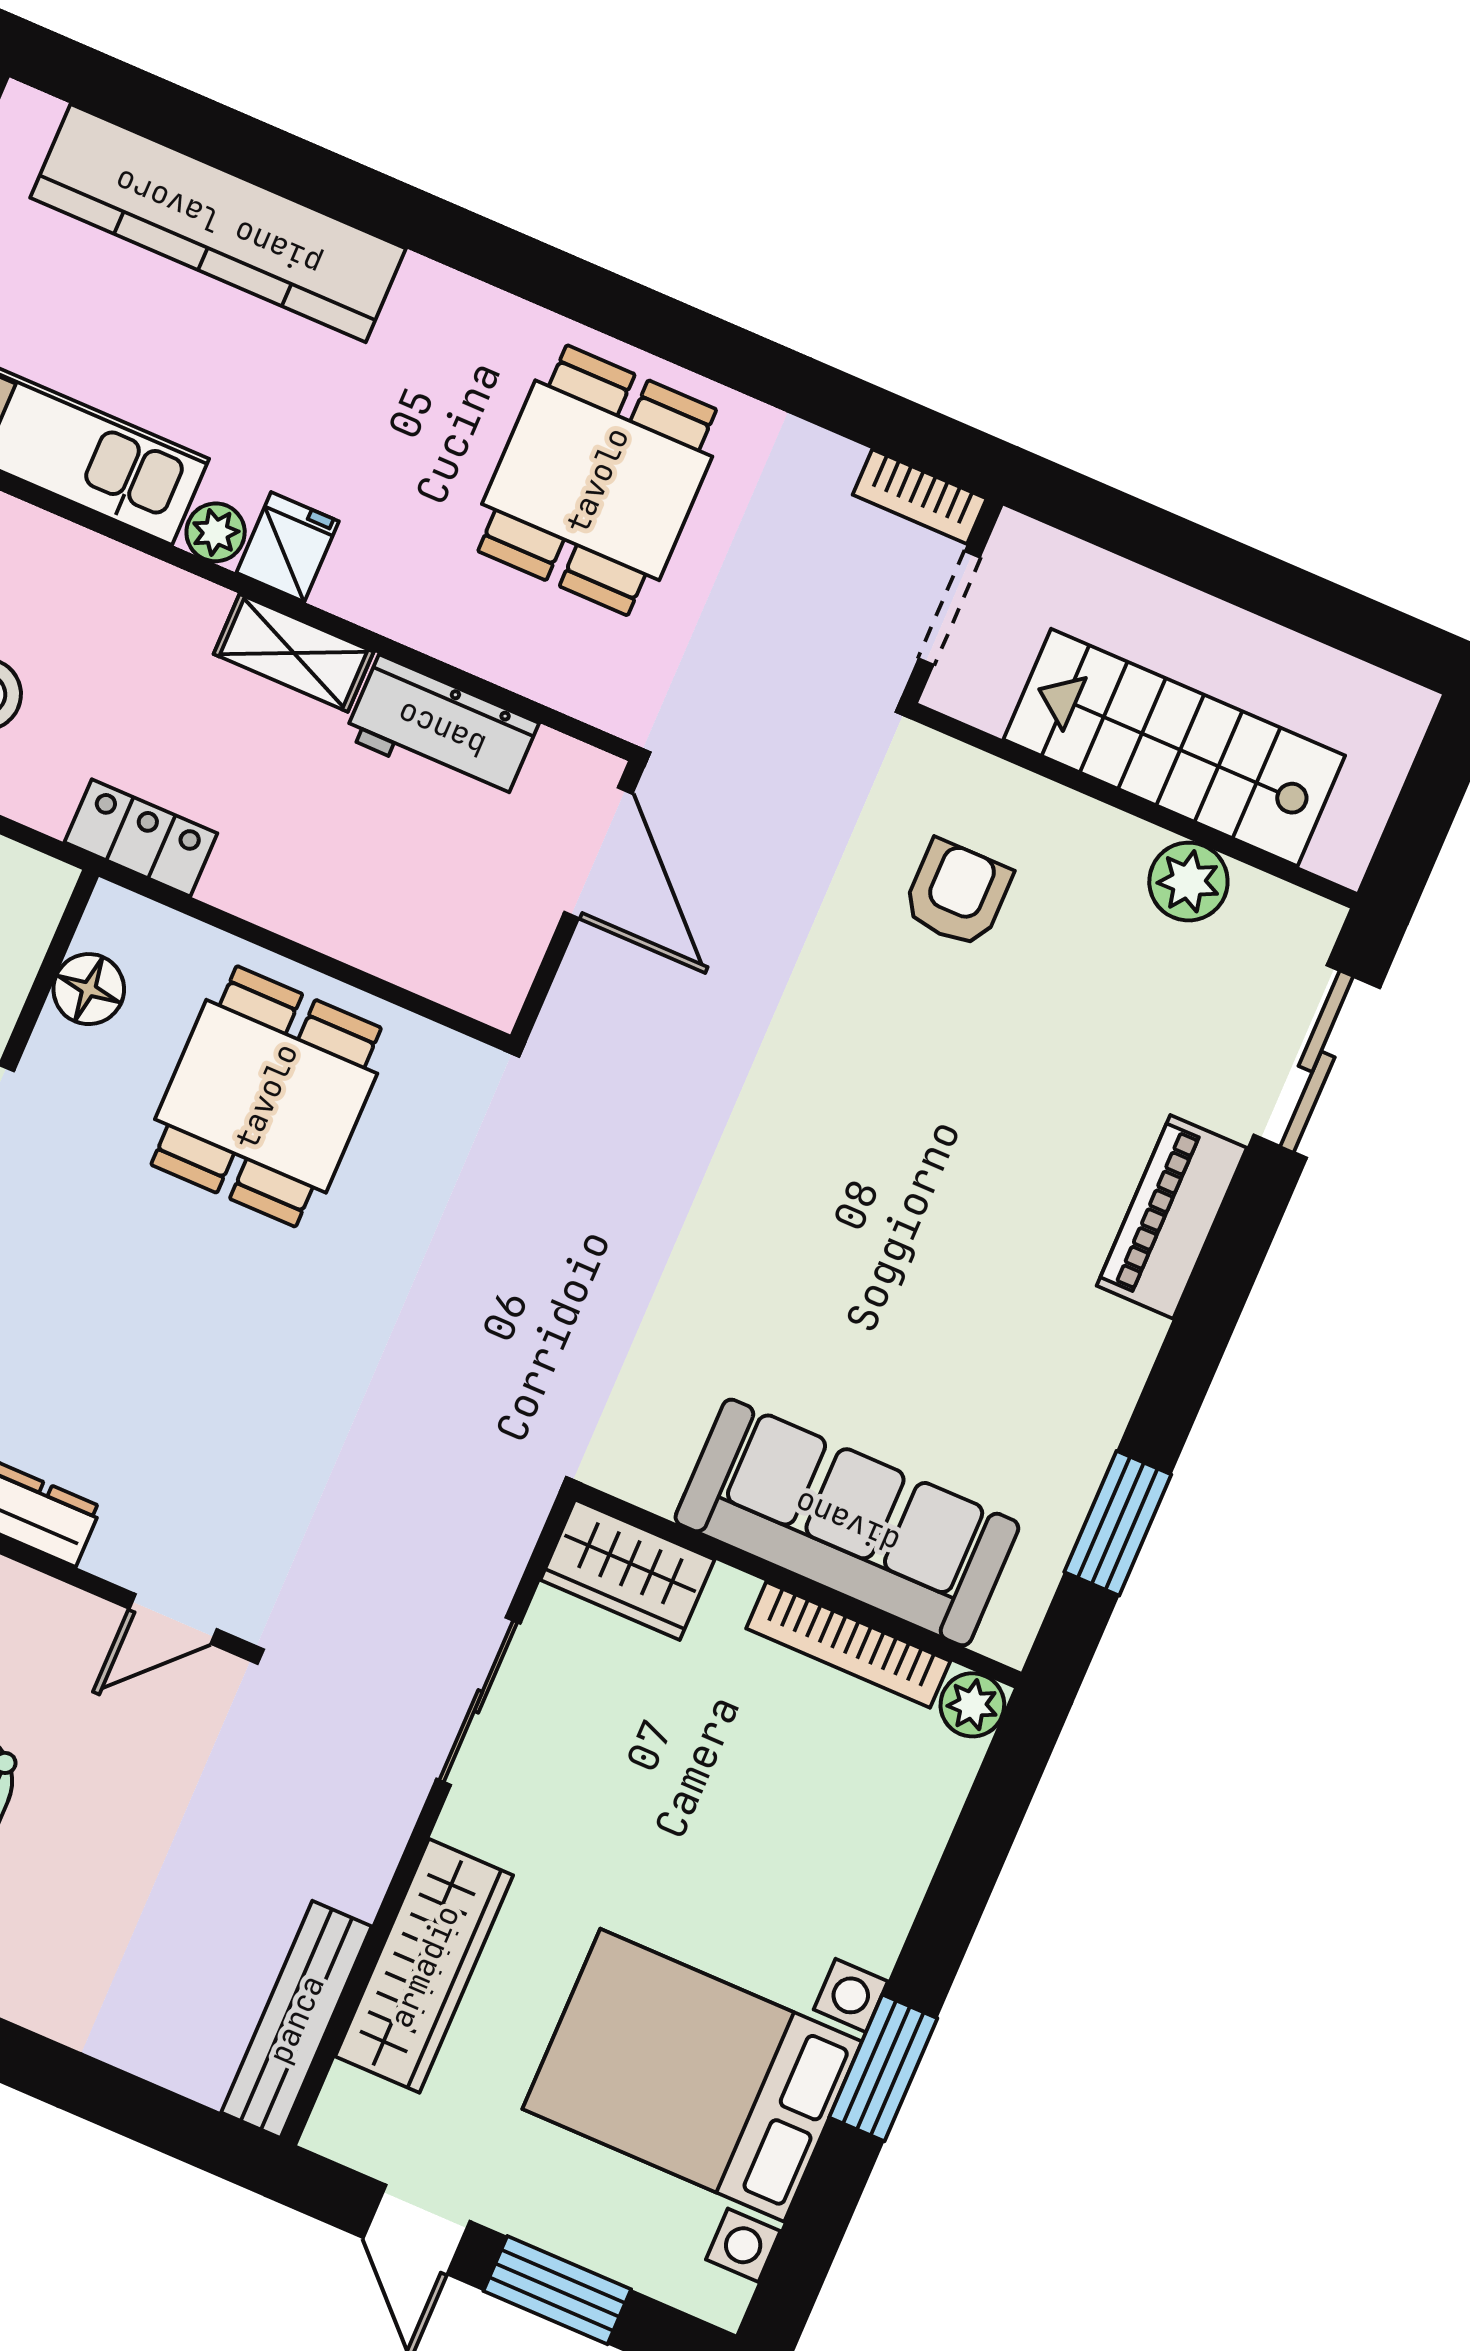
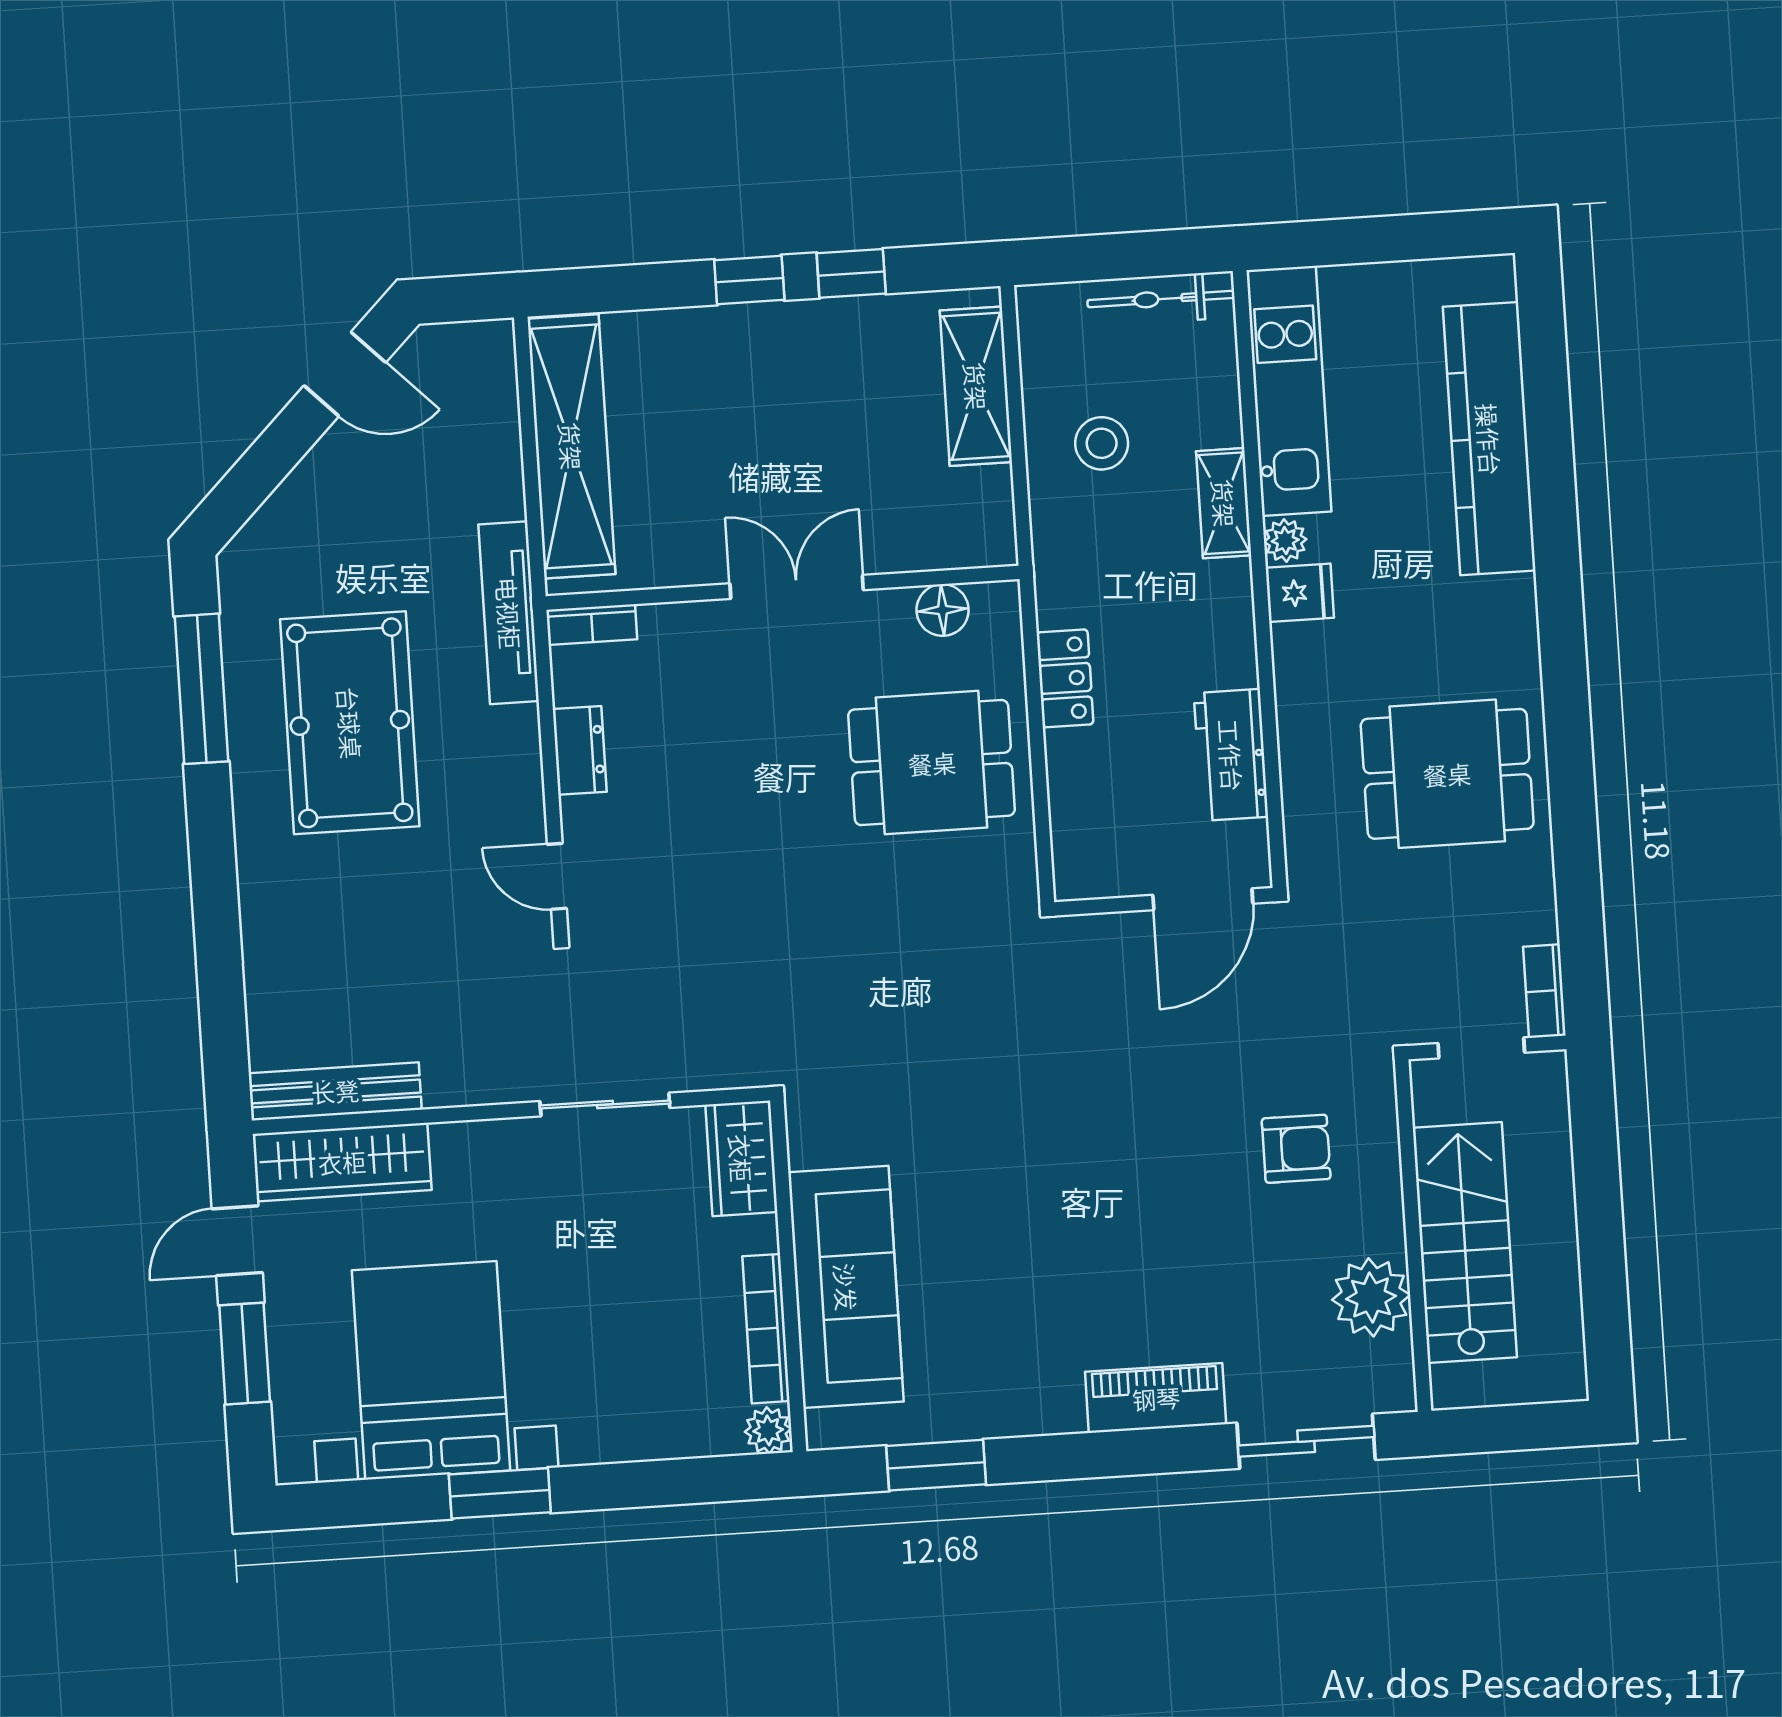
shelving: (294, 653) -> (1224, 503), moved
locker: (141, 838) -> (1065, 678), moved
plant: (1188, 882) -> (1371, 1297), width x1.36, depth x1.36
wardrobe: (424, 1966) -> (342, 1162), moved

